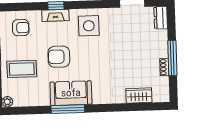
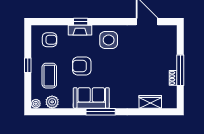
dresser: (161, 18) -> (171, 35), removed
coffee table: (22, 69) -> (49, 76), turned 90
plant: (26, 99) -> (52, 102), added
window: (68, 109) -> (101, 112), moved

